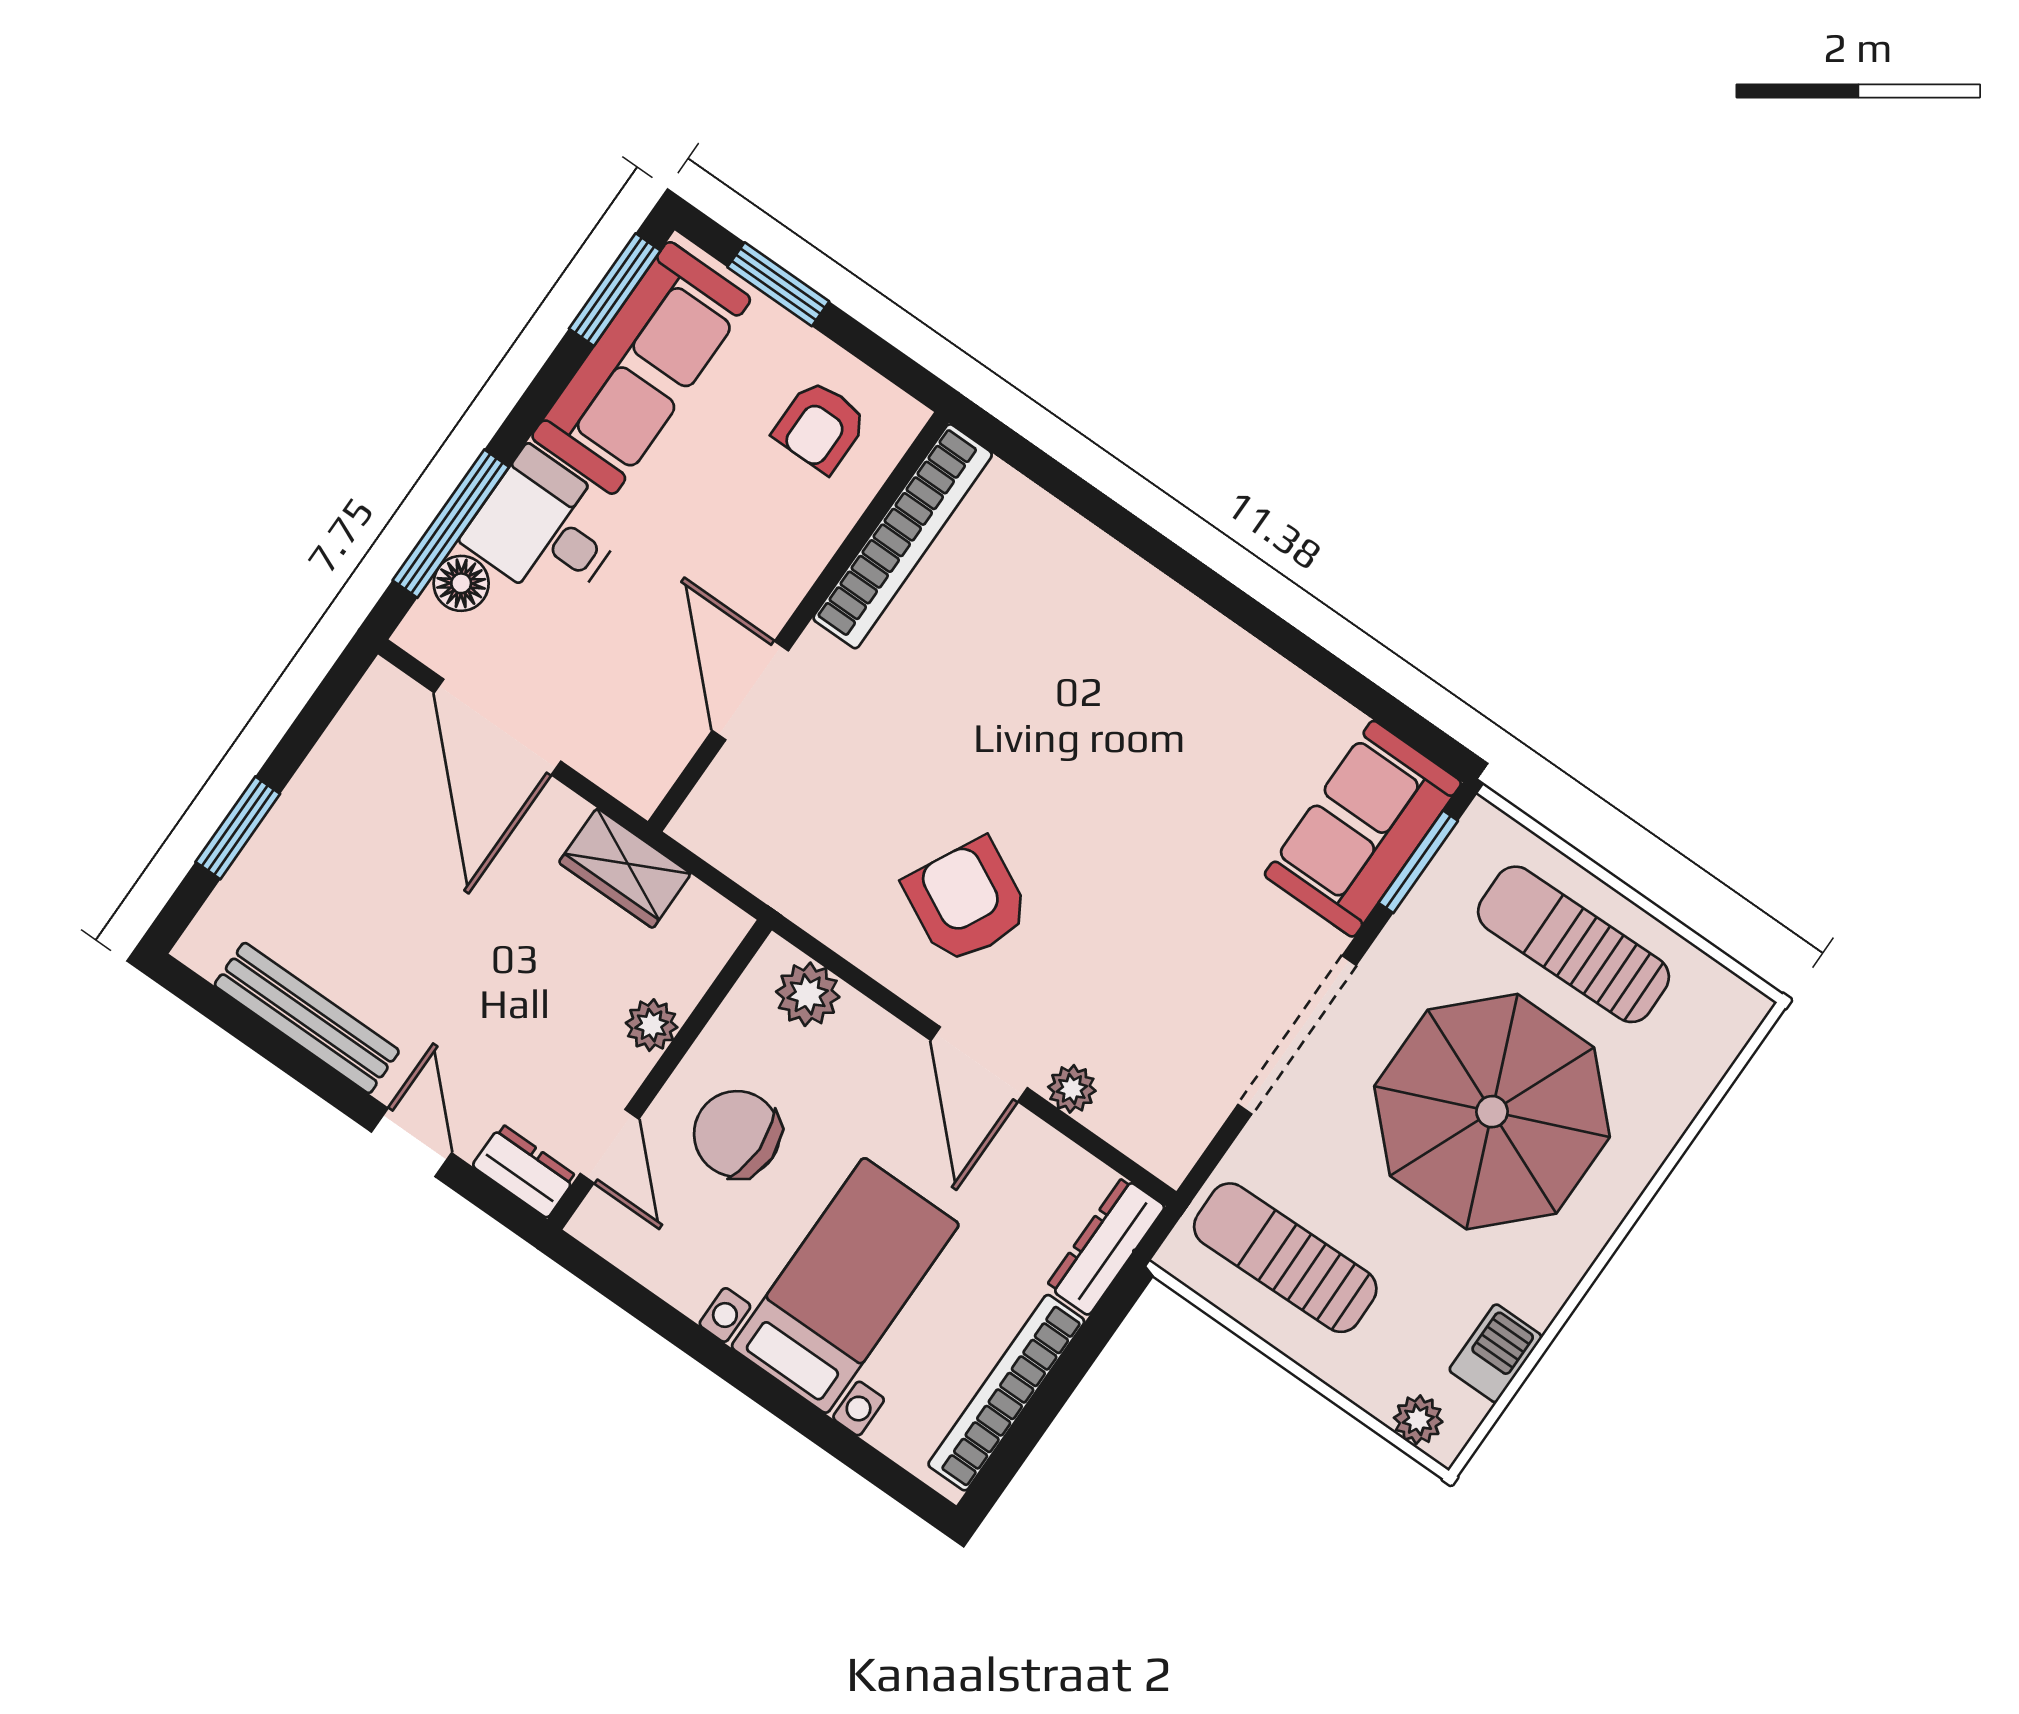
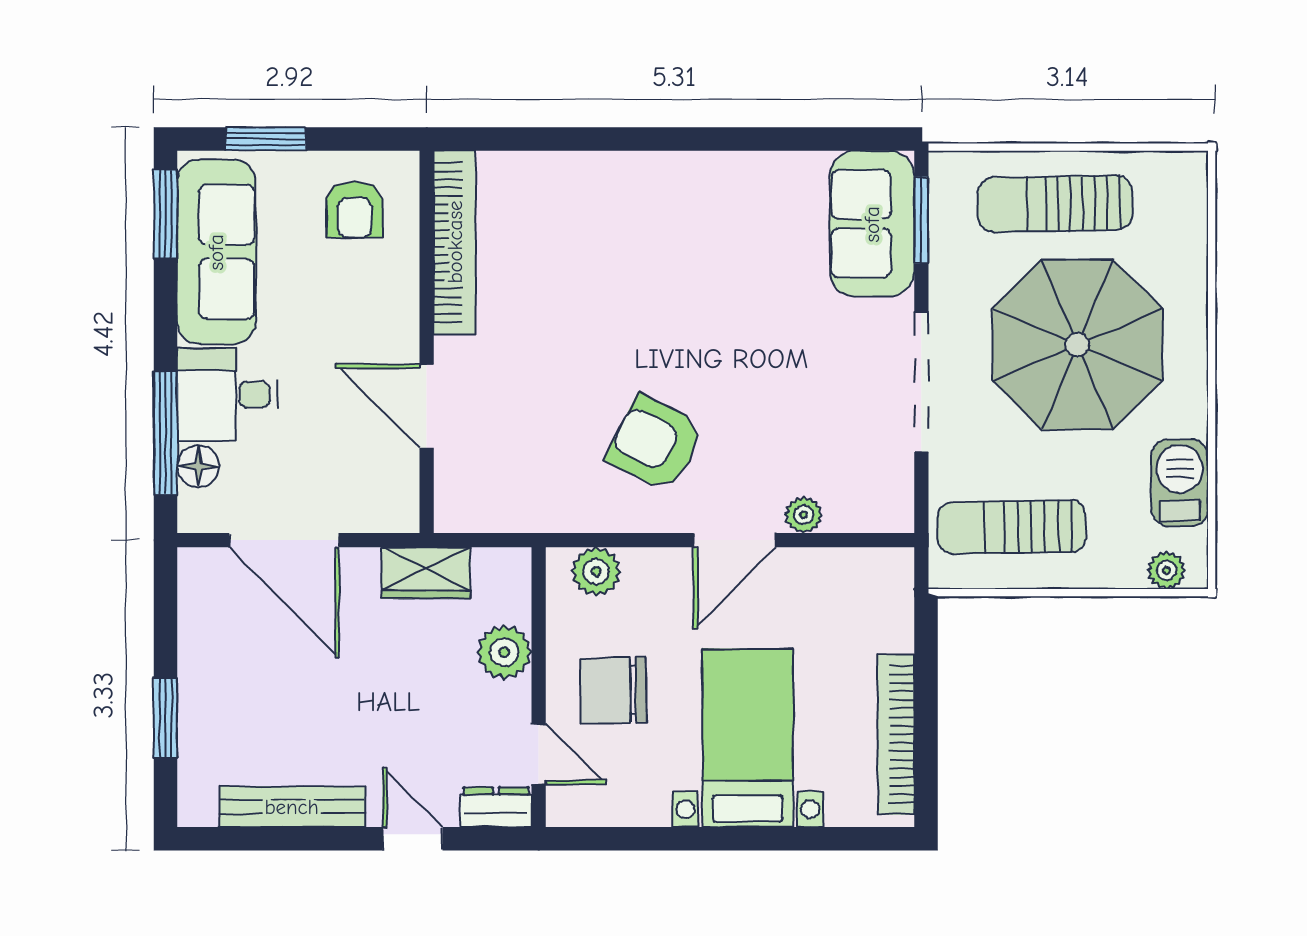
plant: (652, 1025) -> (504, 652), width x1.38, depth x1.38
door: (979, 1064) -> (735, 540), hinge flipped
dresser: (1106, 1246) -> (894, 599), removed
barbecue: (1496, 1353) -> (1180, 483), width x1.38, depth x1.27

